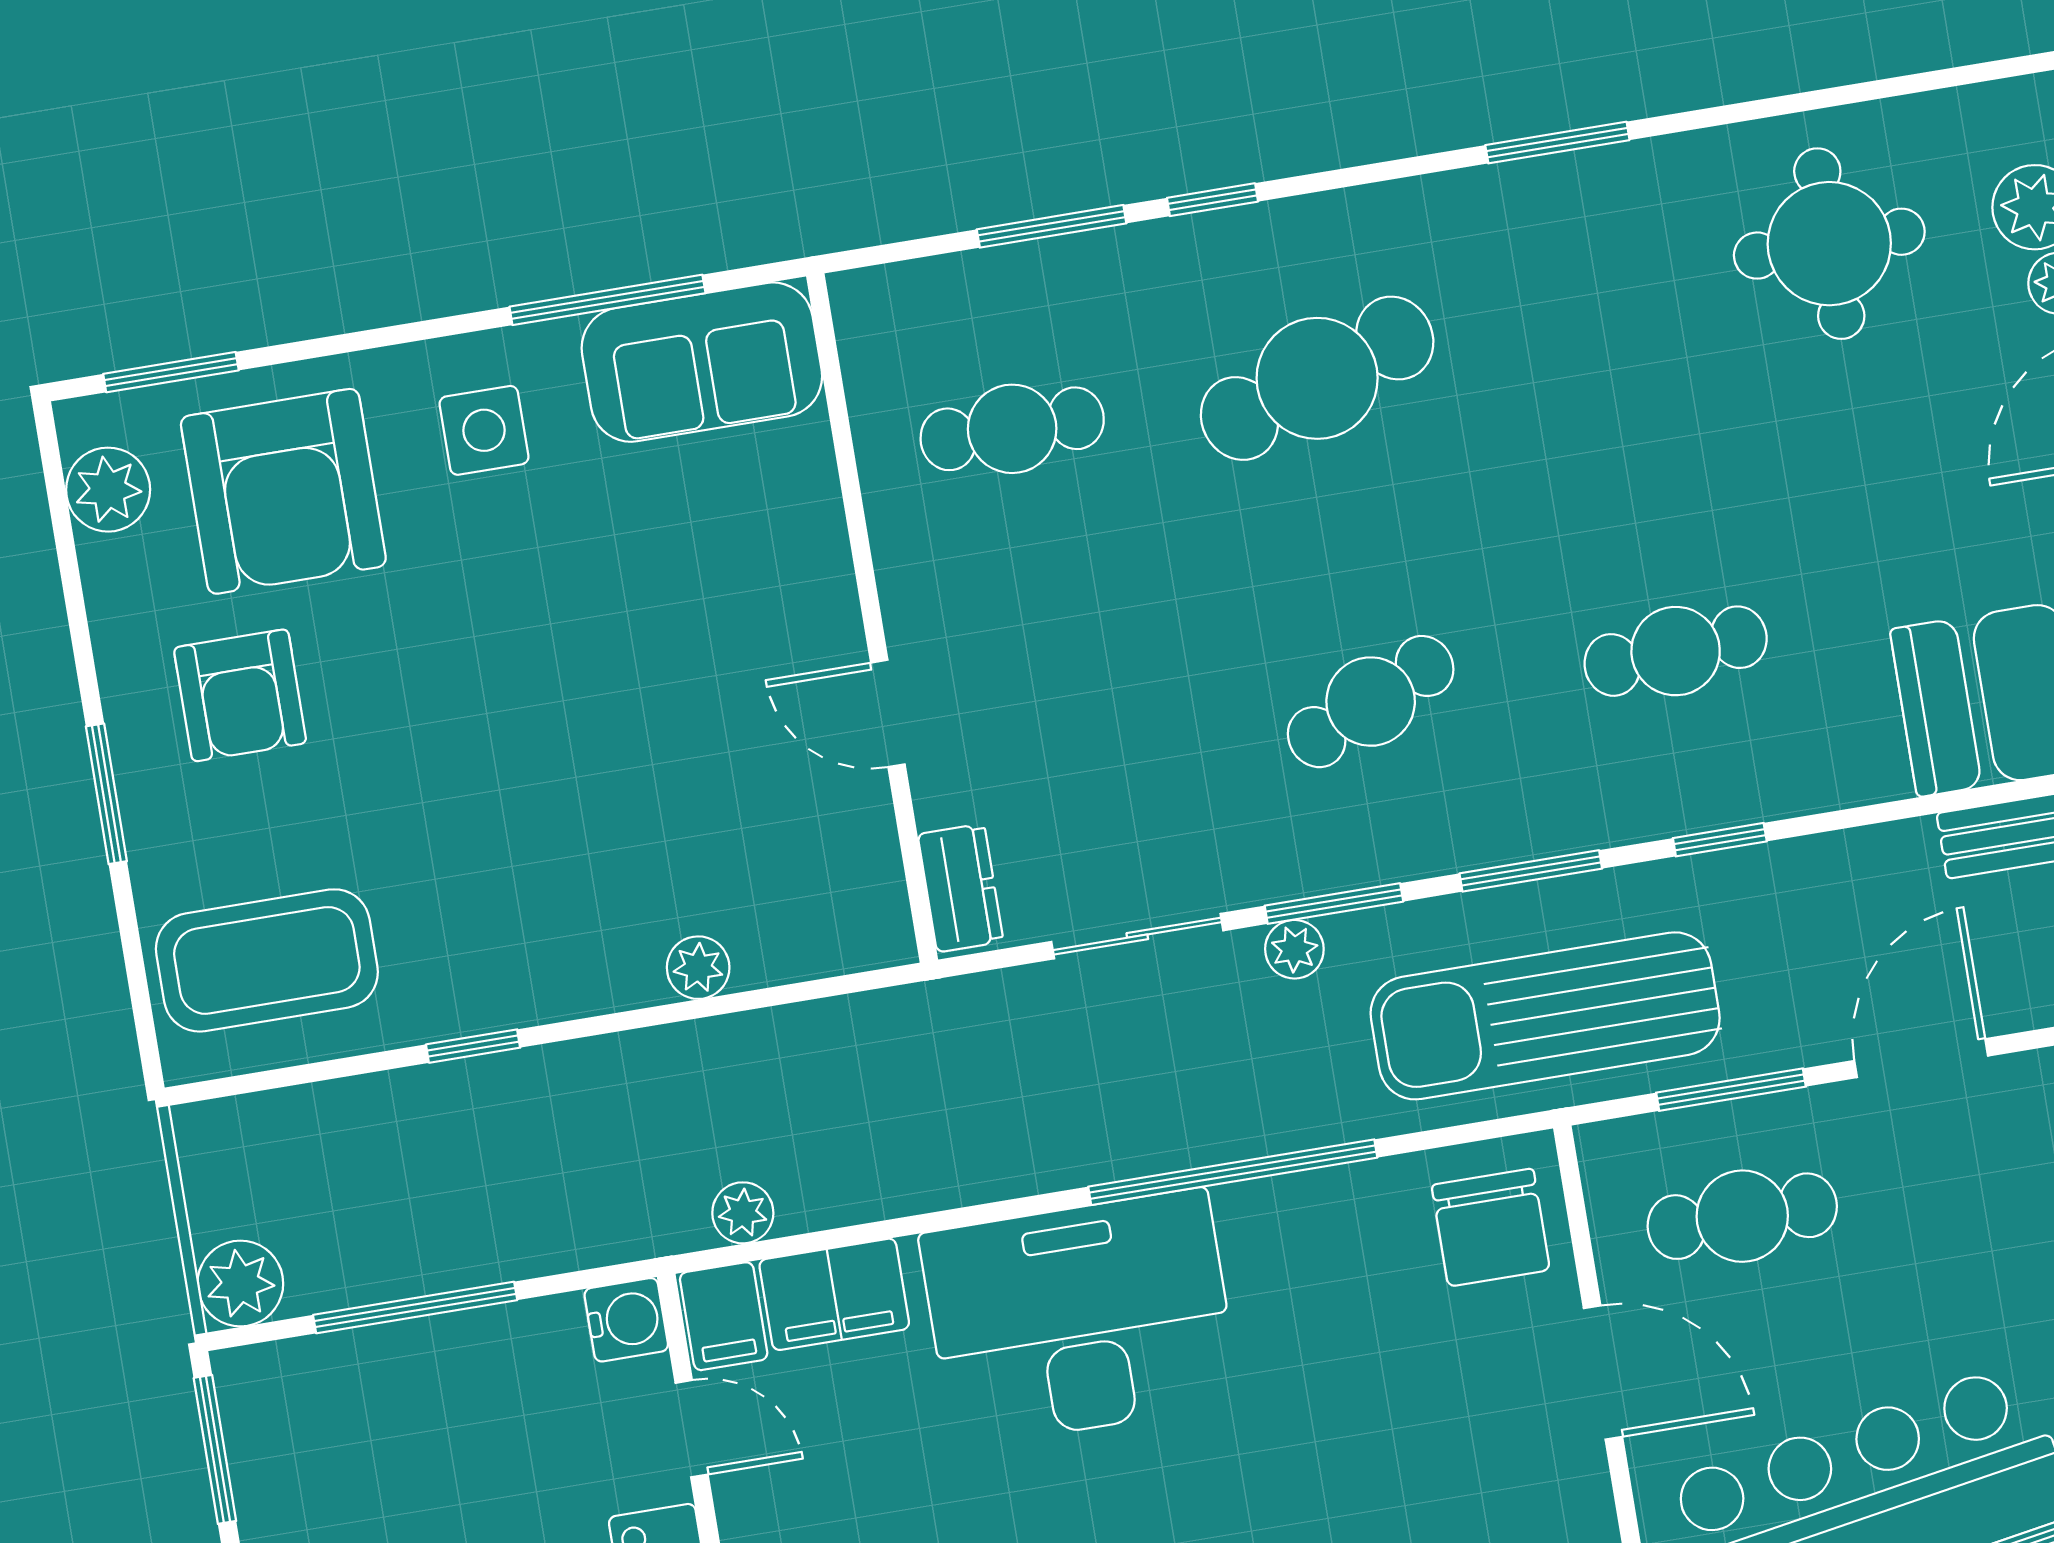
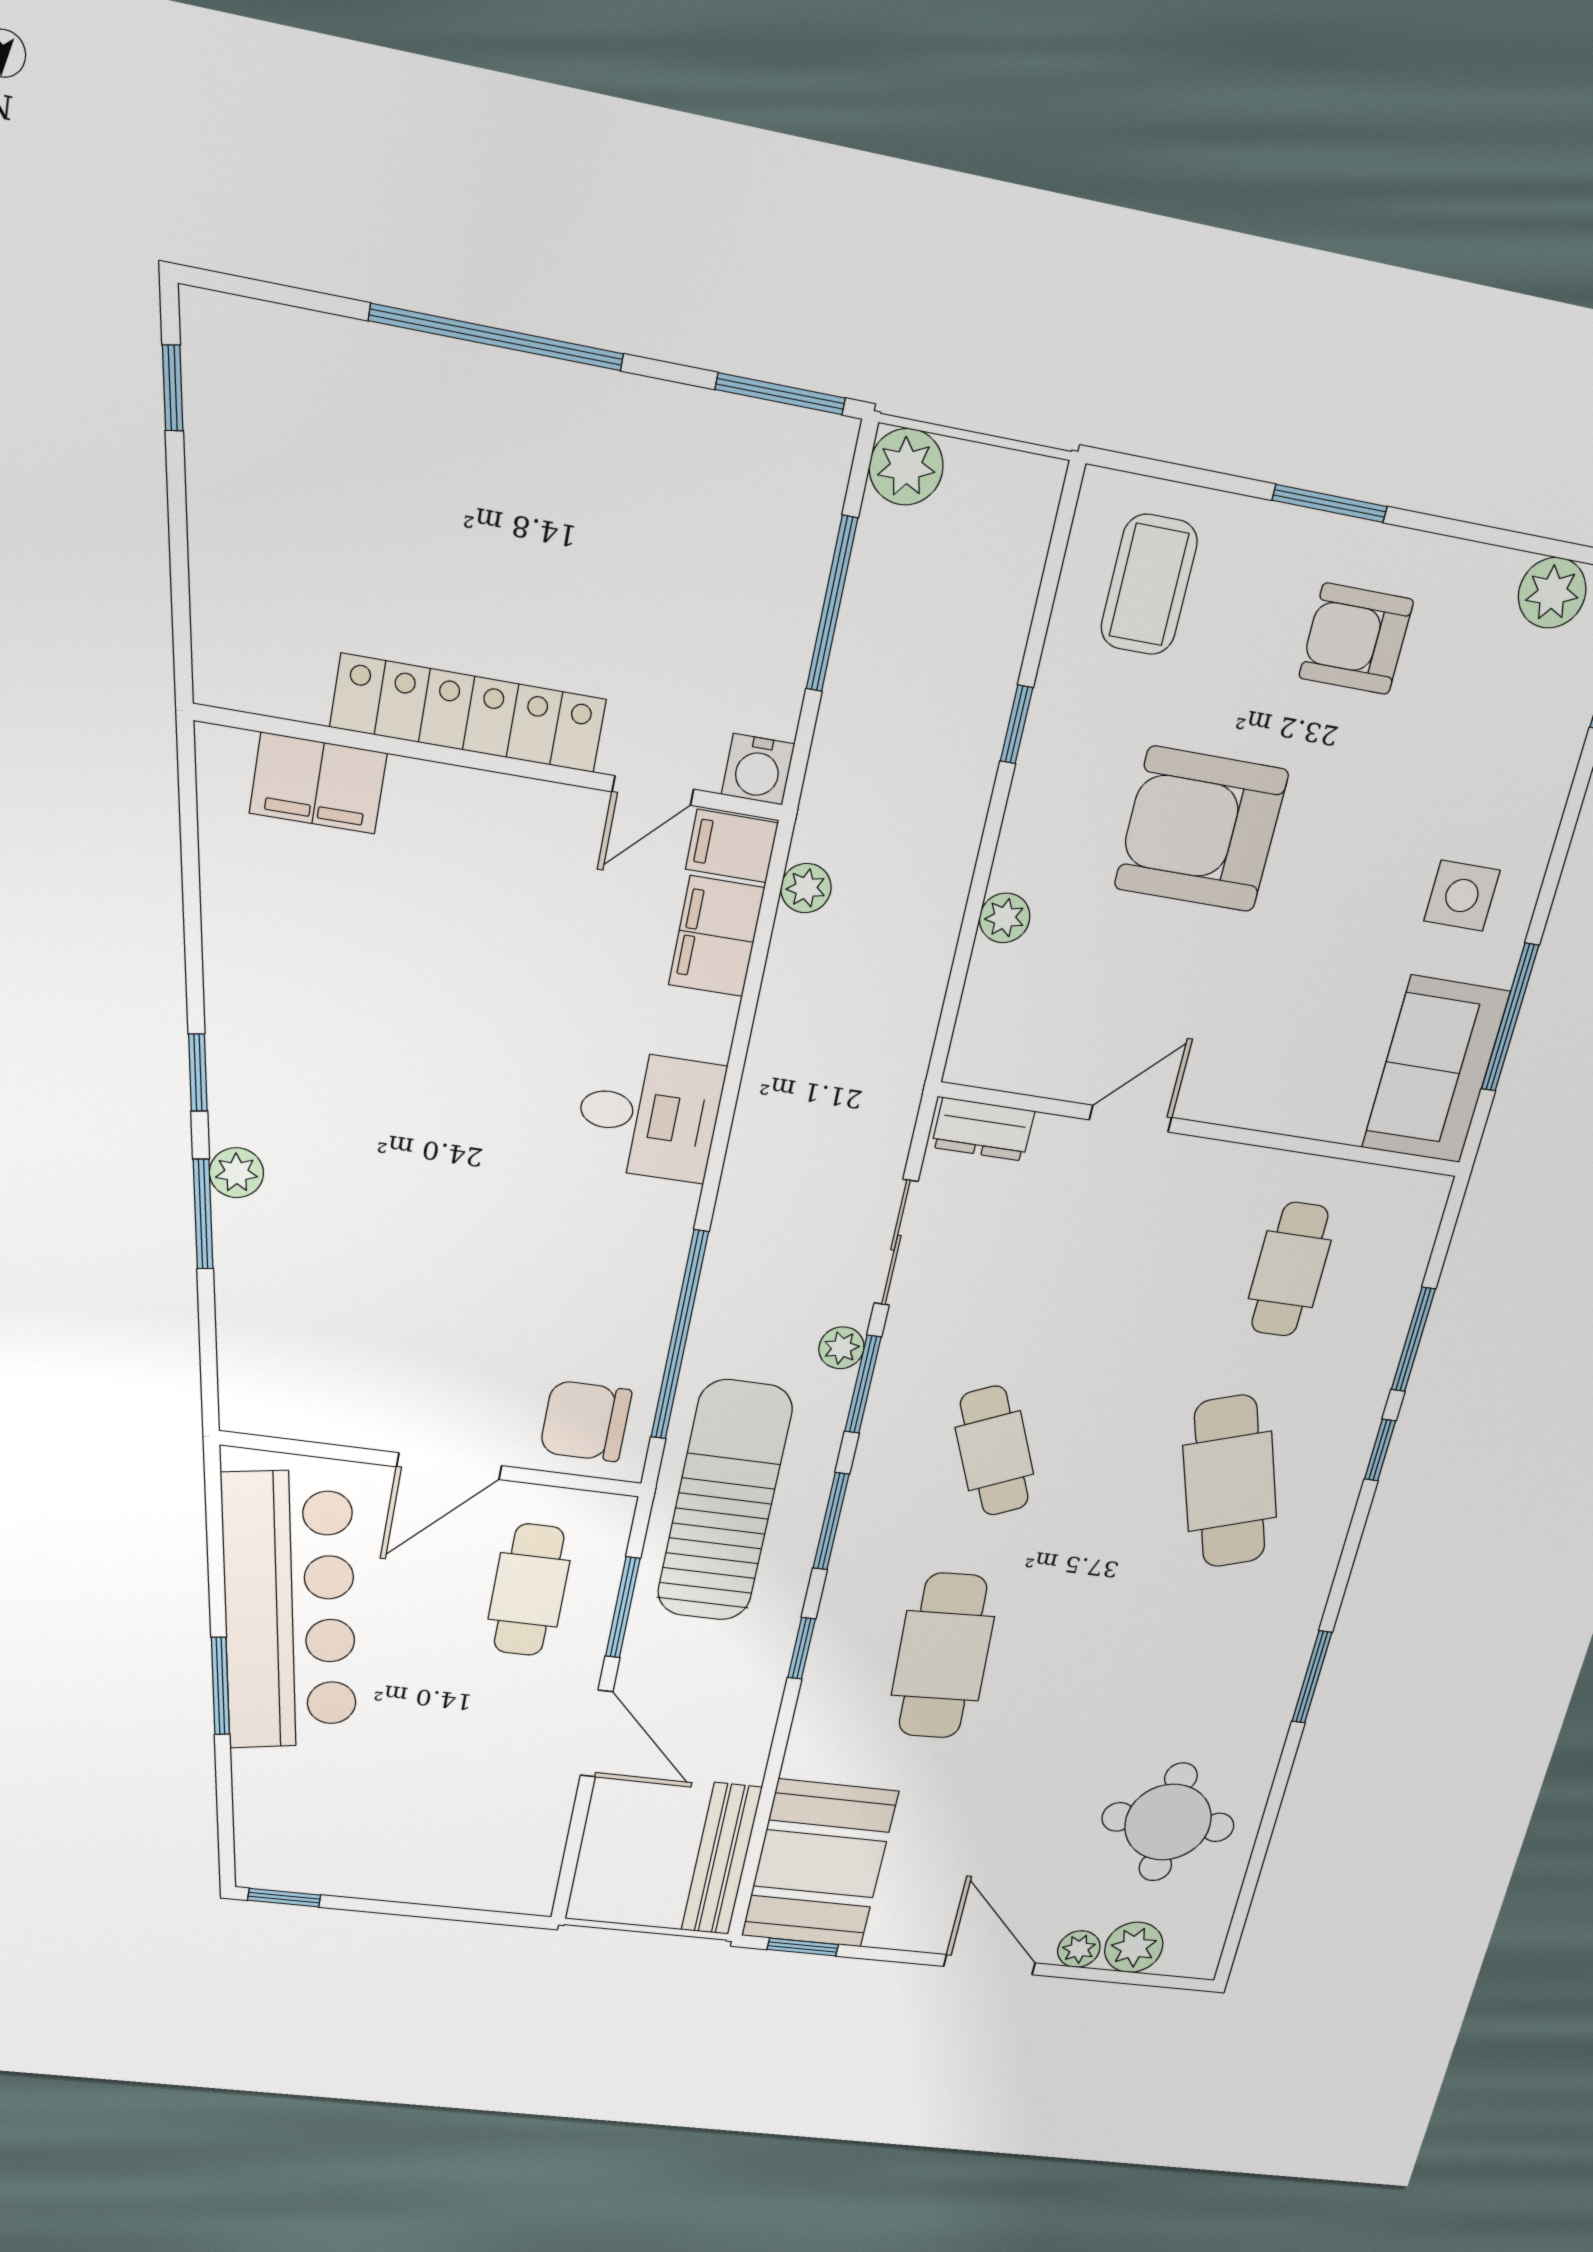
armchair: (283, 491) -> (1201, 829), moved
cafe table: (1676, 651) -> (943, 1656), width x1.37, depth x1.35
coffee table: (267, 960) -> (1149, 585), width x0.73, depth x0.76
window: (1233, 1172) -> (680, 1335), moved
desk: (1080, 1318) -> (649, 1116), width x0.53, depth x0.77

